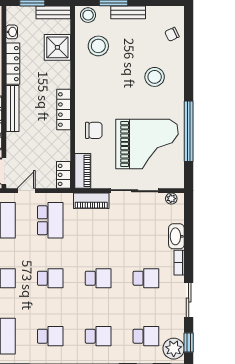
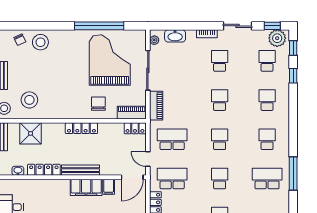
stool: (155, 77) -> (40, 42), moved
washbasin: (176, 236) -> (175, 36), moved

